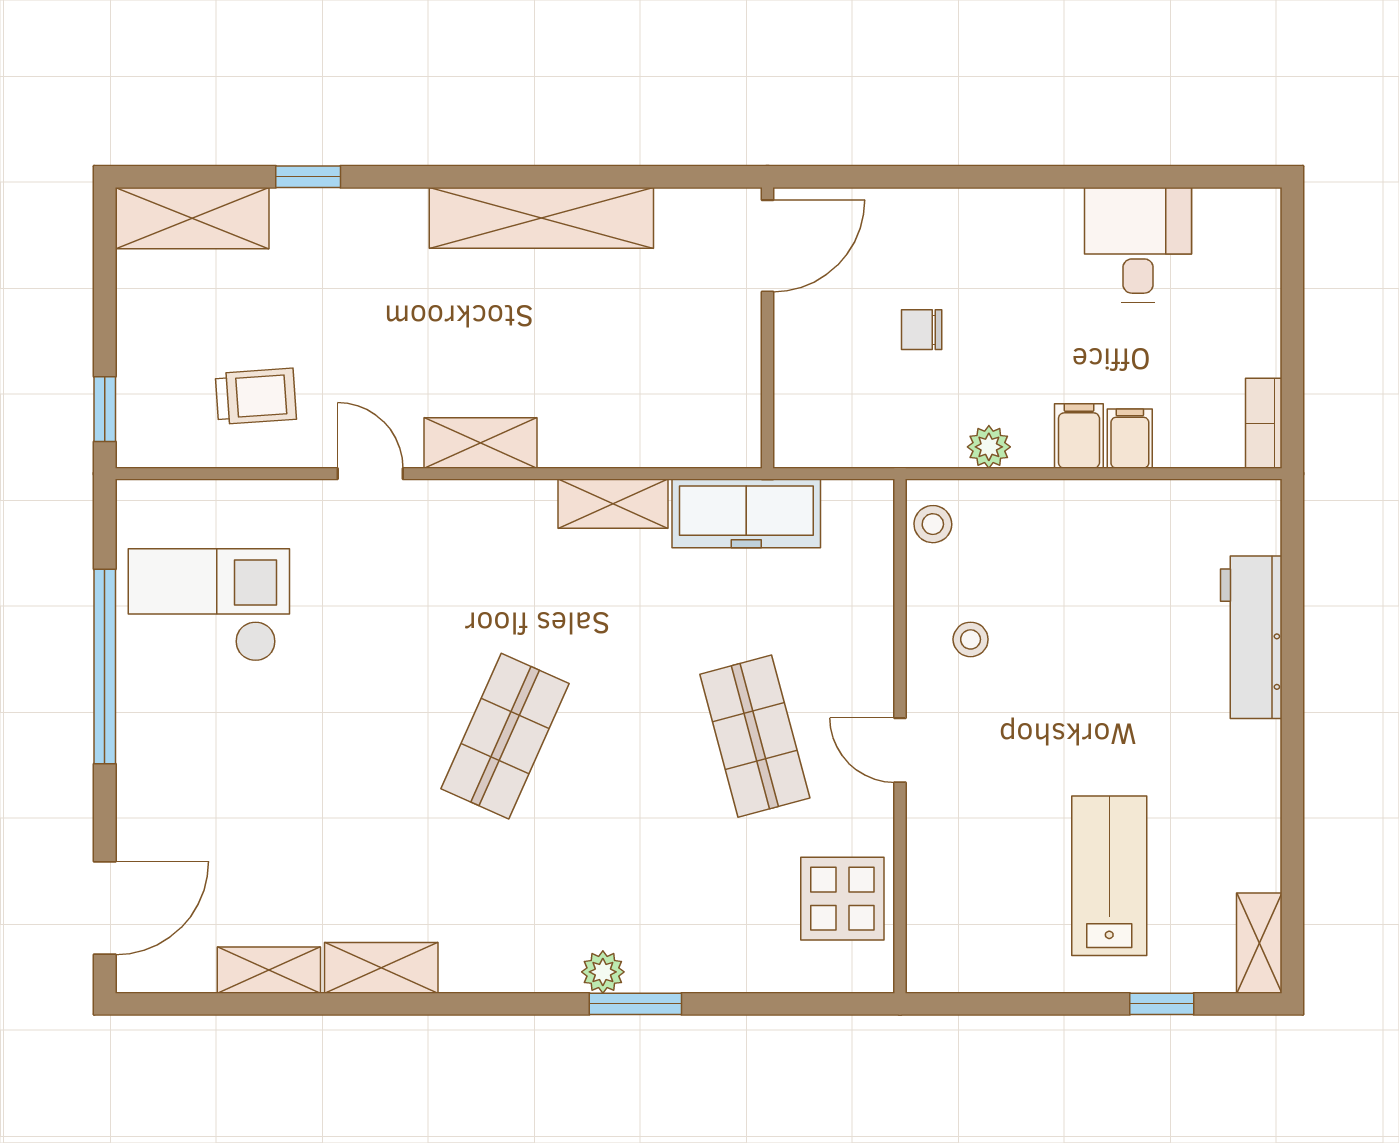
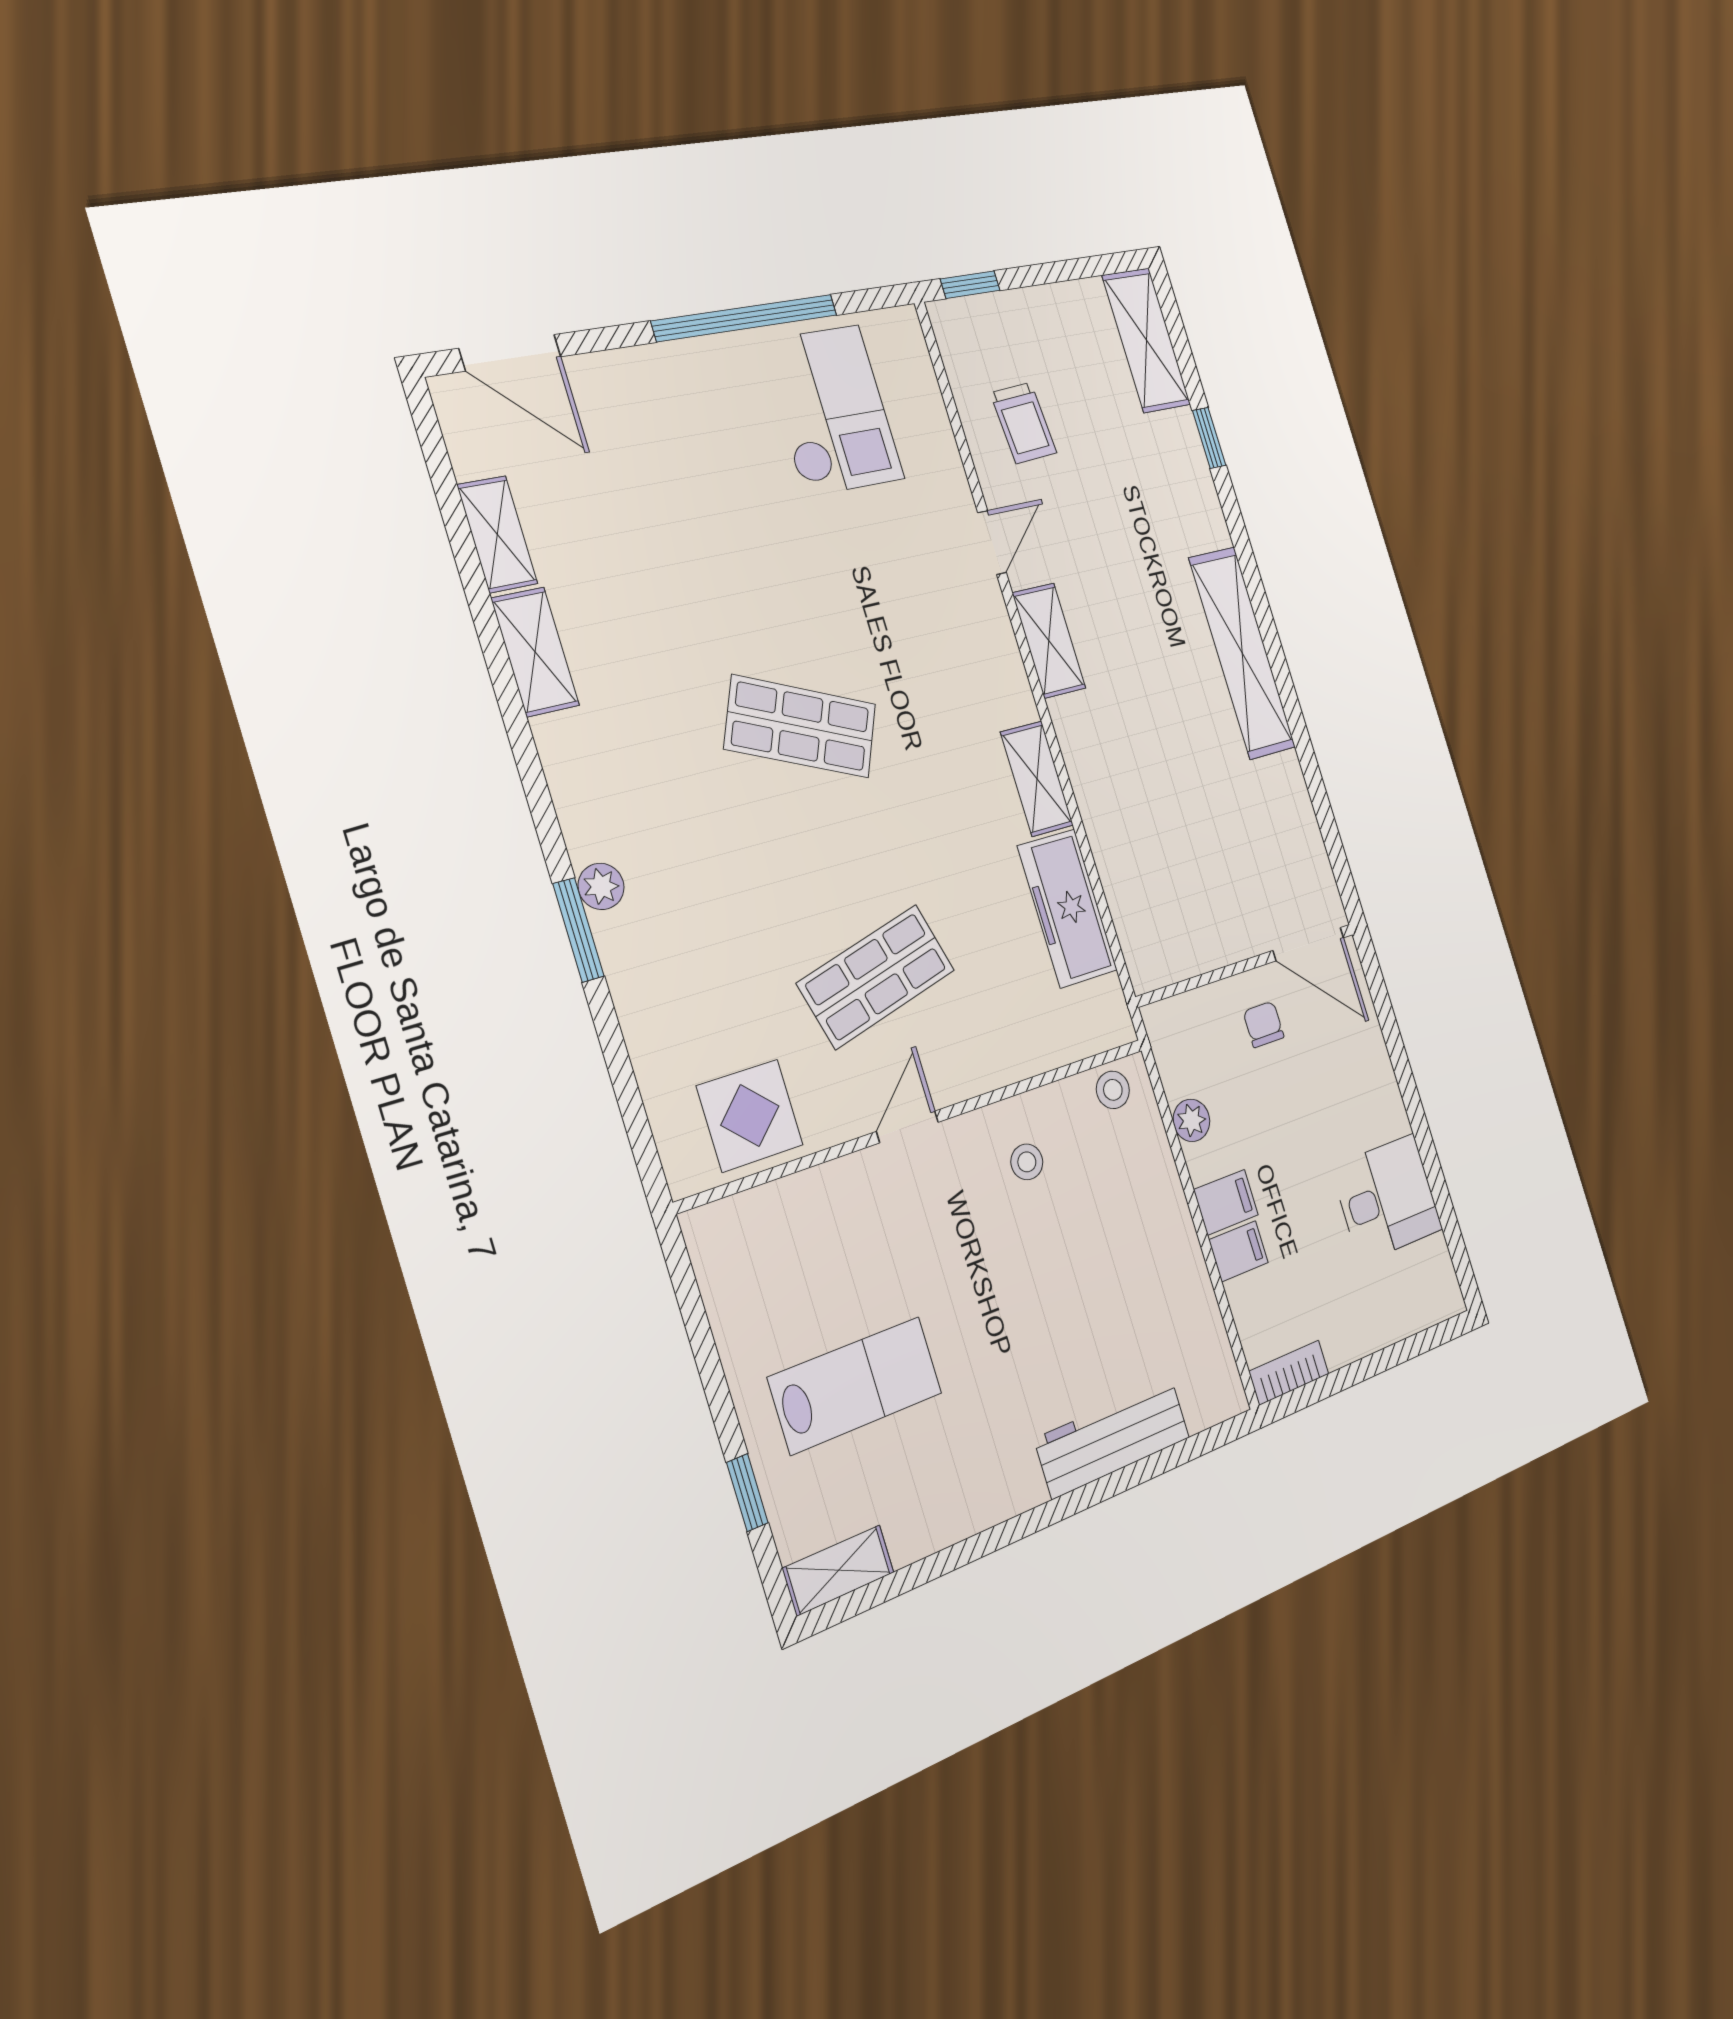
door: (767, 246) -> (1308, 944), moved
wall: (767, 328) -> (1247, 965), moved

